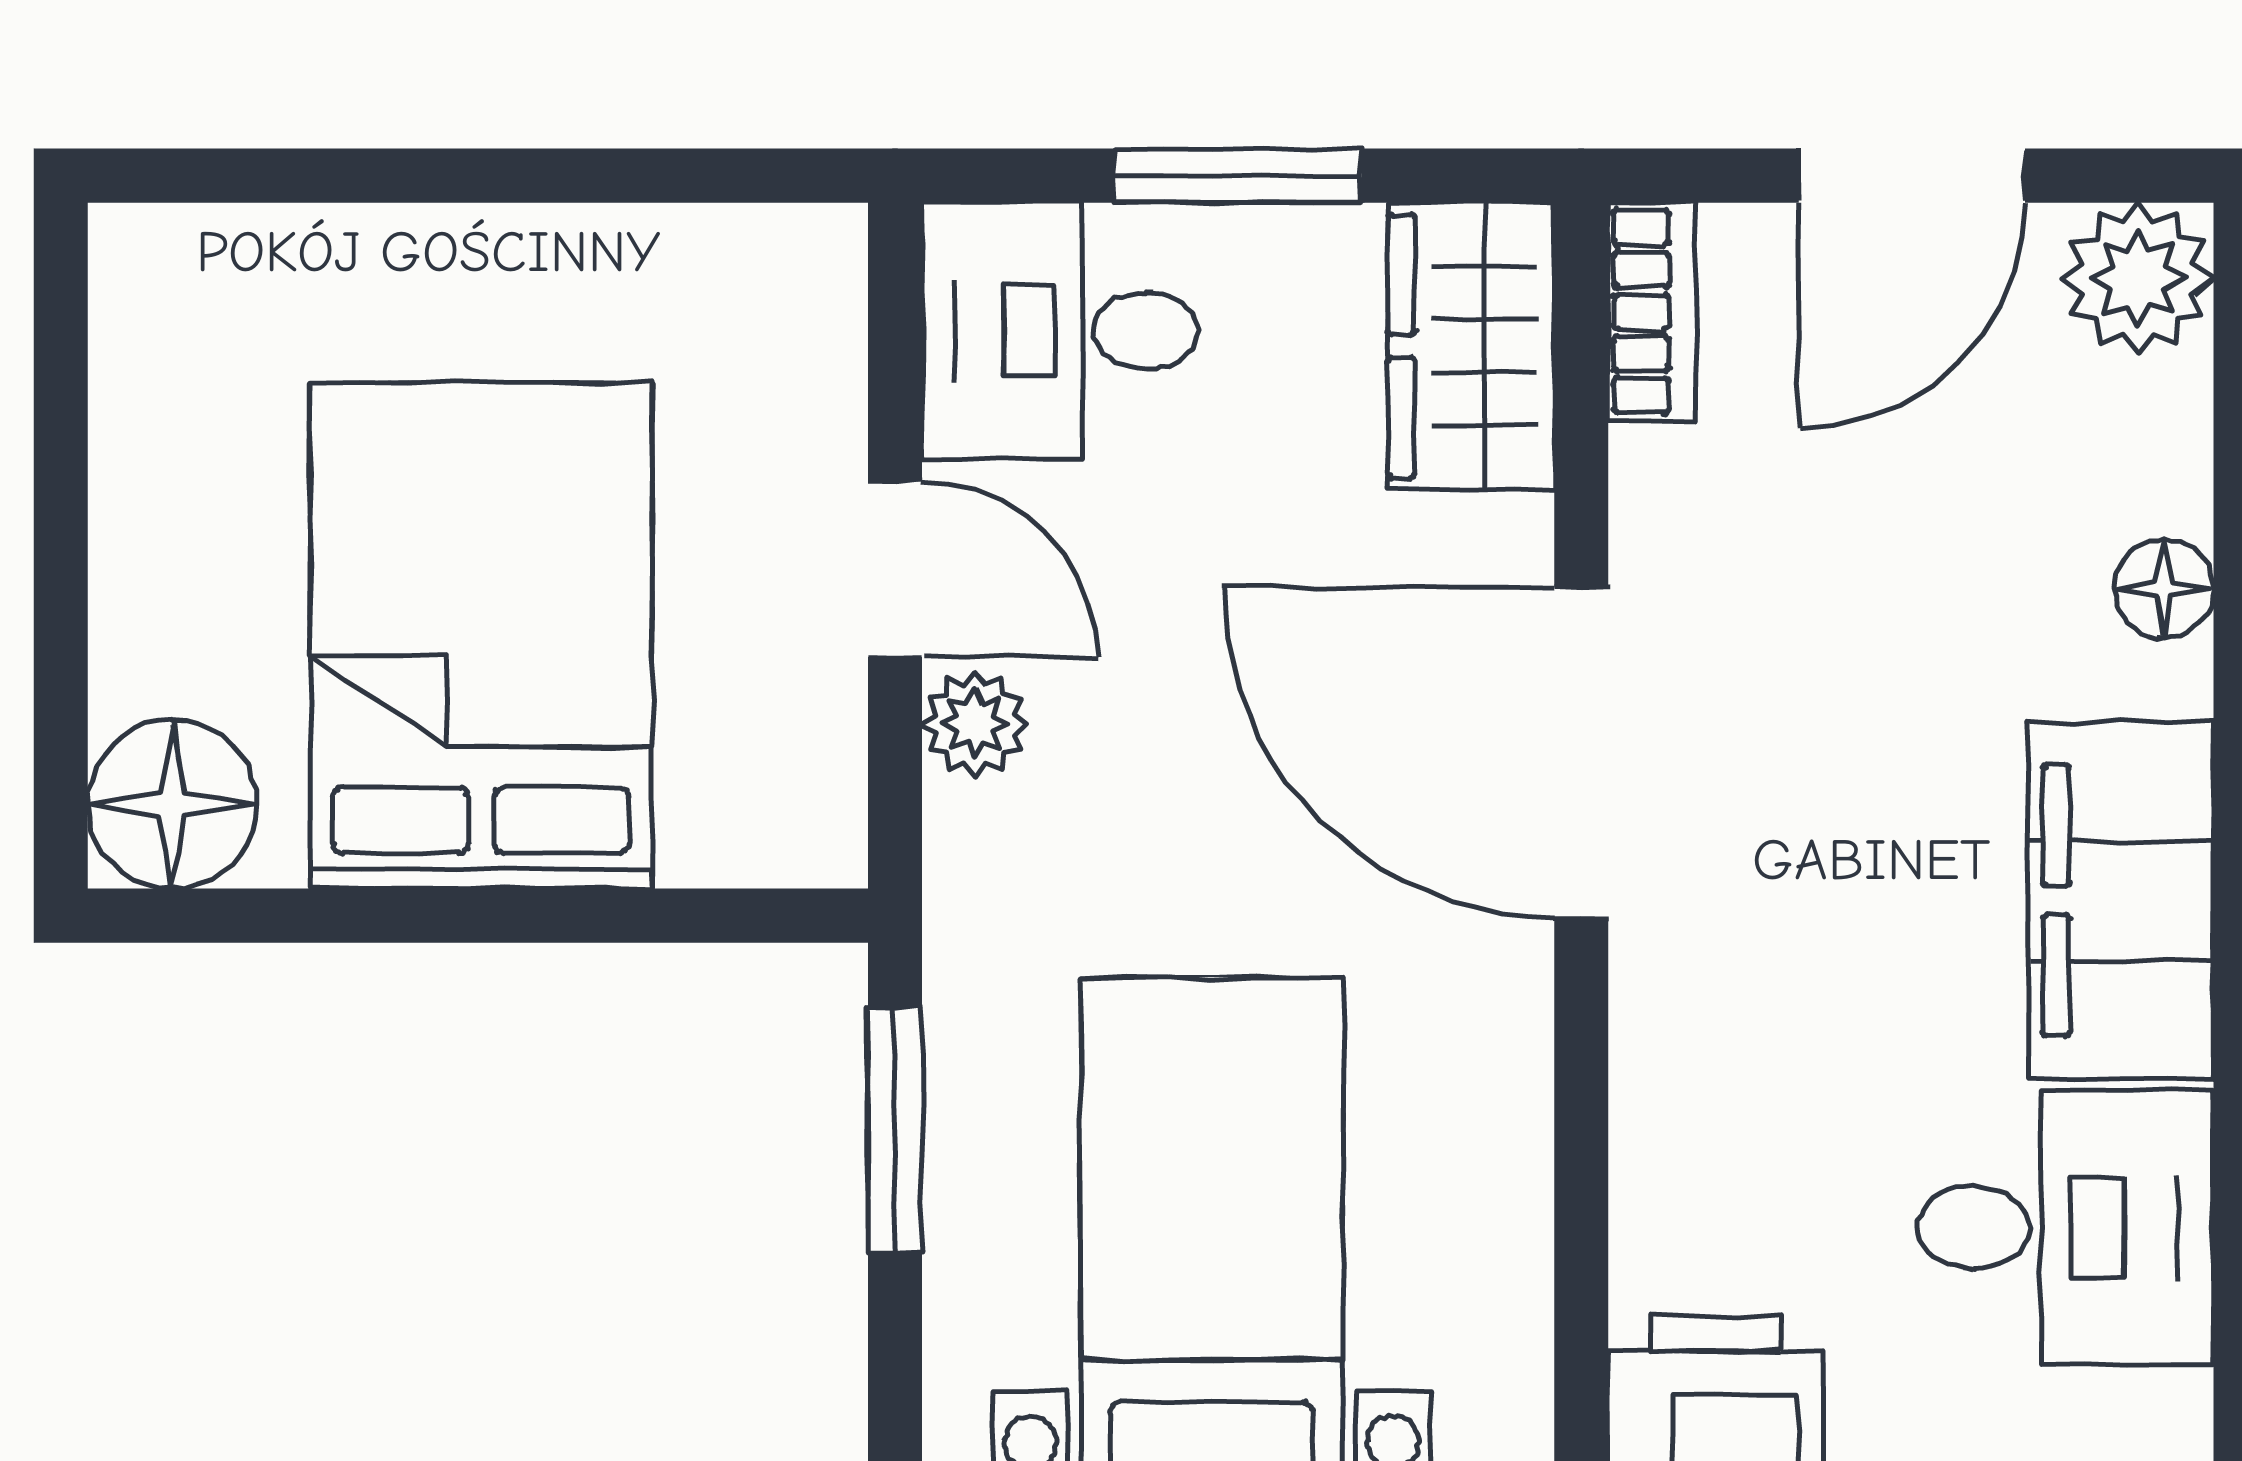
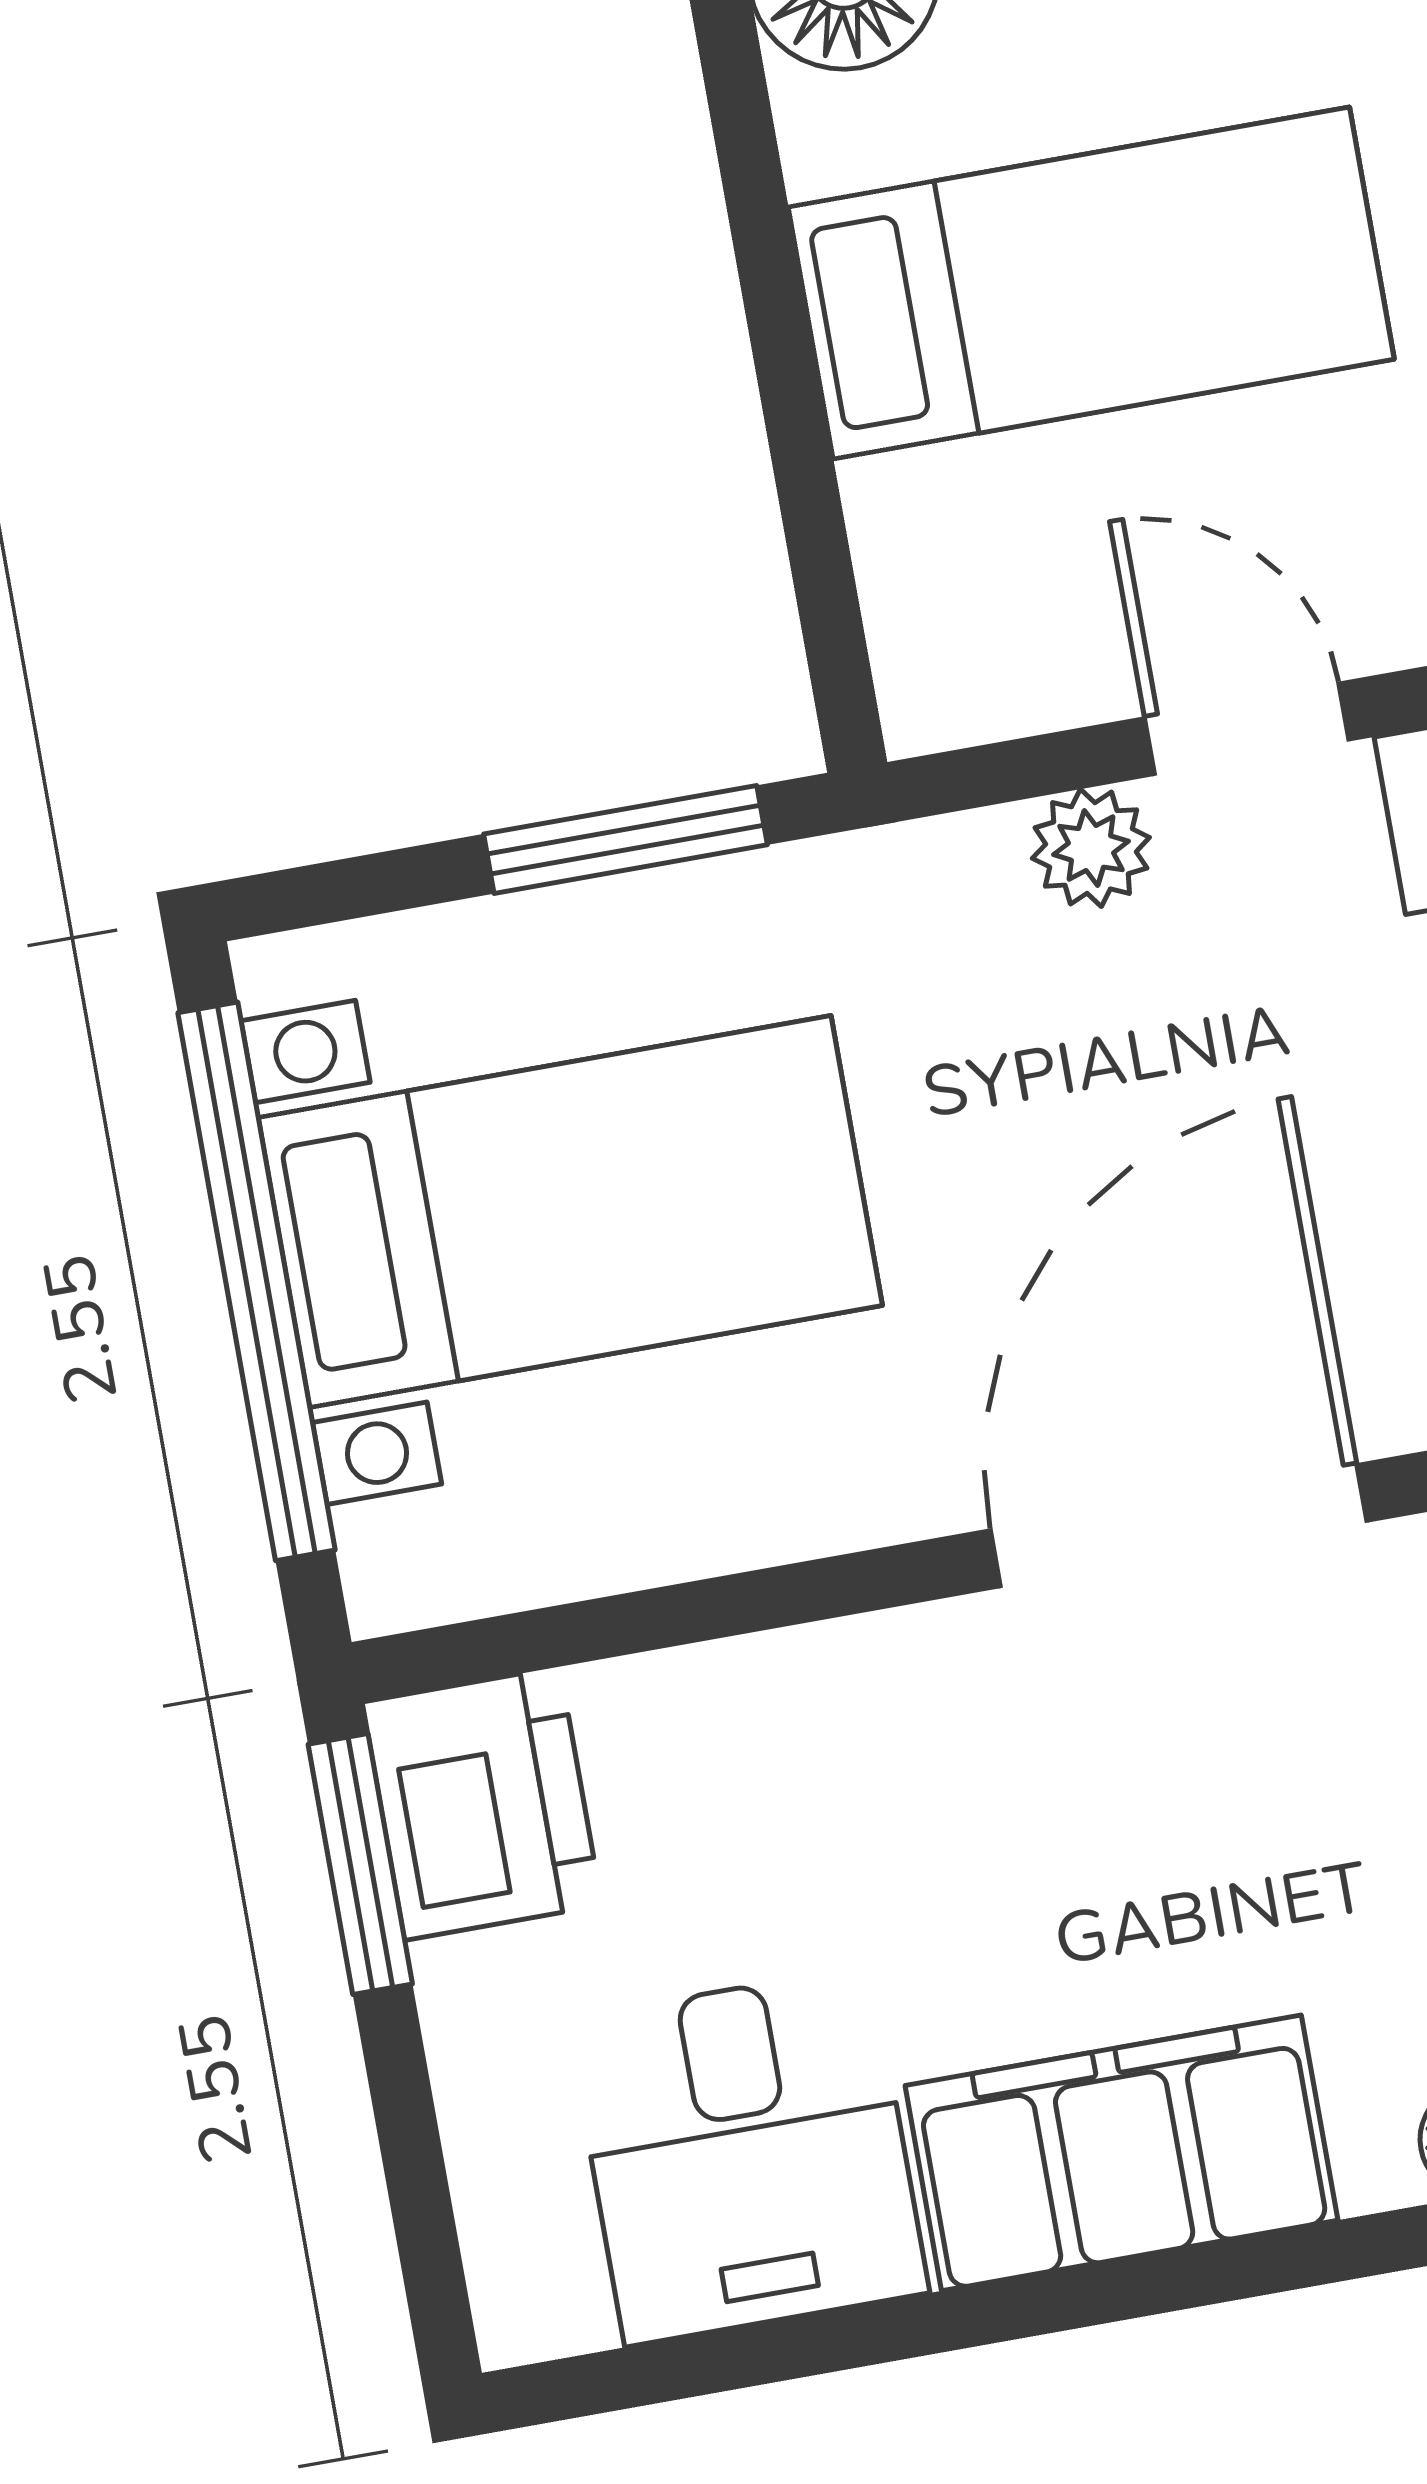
door: (895, 569) -> (1247, 729), swing flipped
bed: (481, 636) -> (1091, 283), width x0.67

